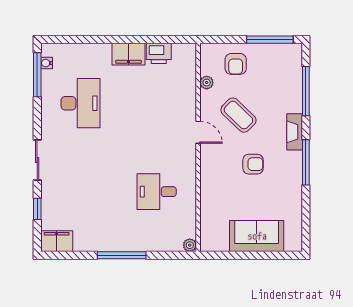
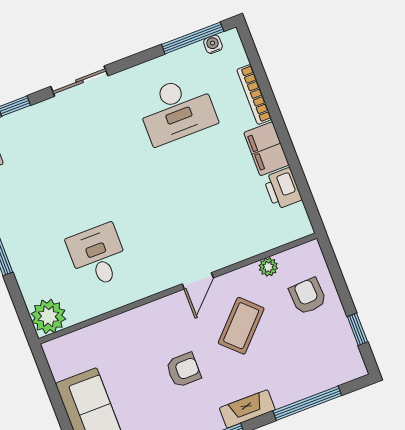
window: (270, 40) -> (357, 329), width x0.46
bookcase: (90, 48) -> (254, 94), added
armchair: (236, 64) -> (308, 296), turned 87
armchair: (253, 164) -> (183, 370), turned -90
plant: (190, 245) -> (48, 316), width x1.87, depth x1.87

